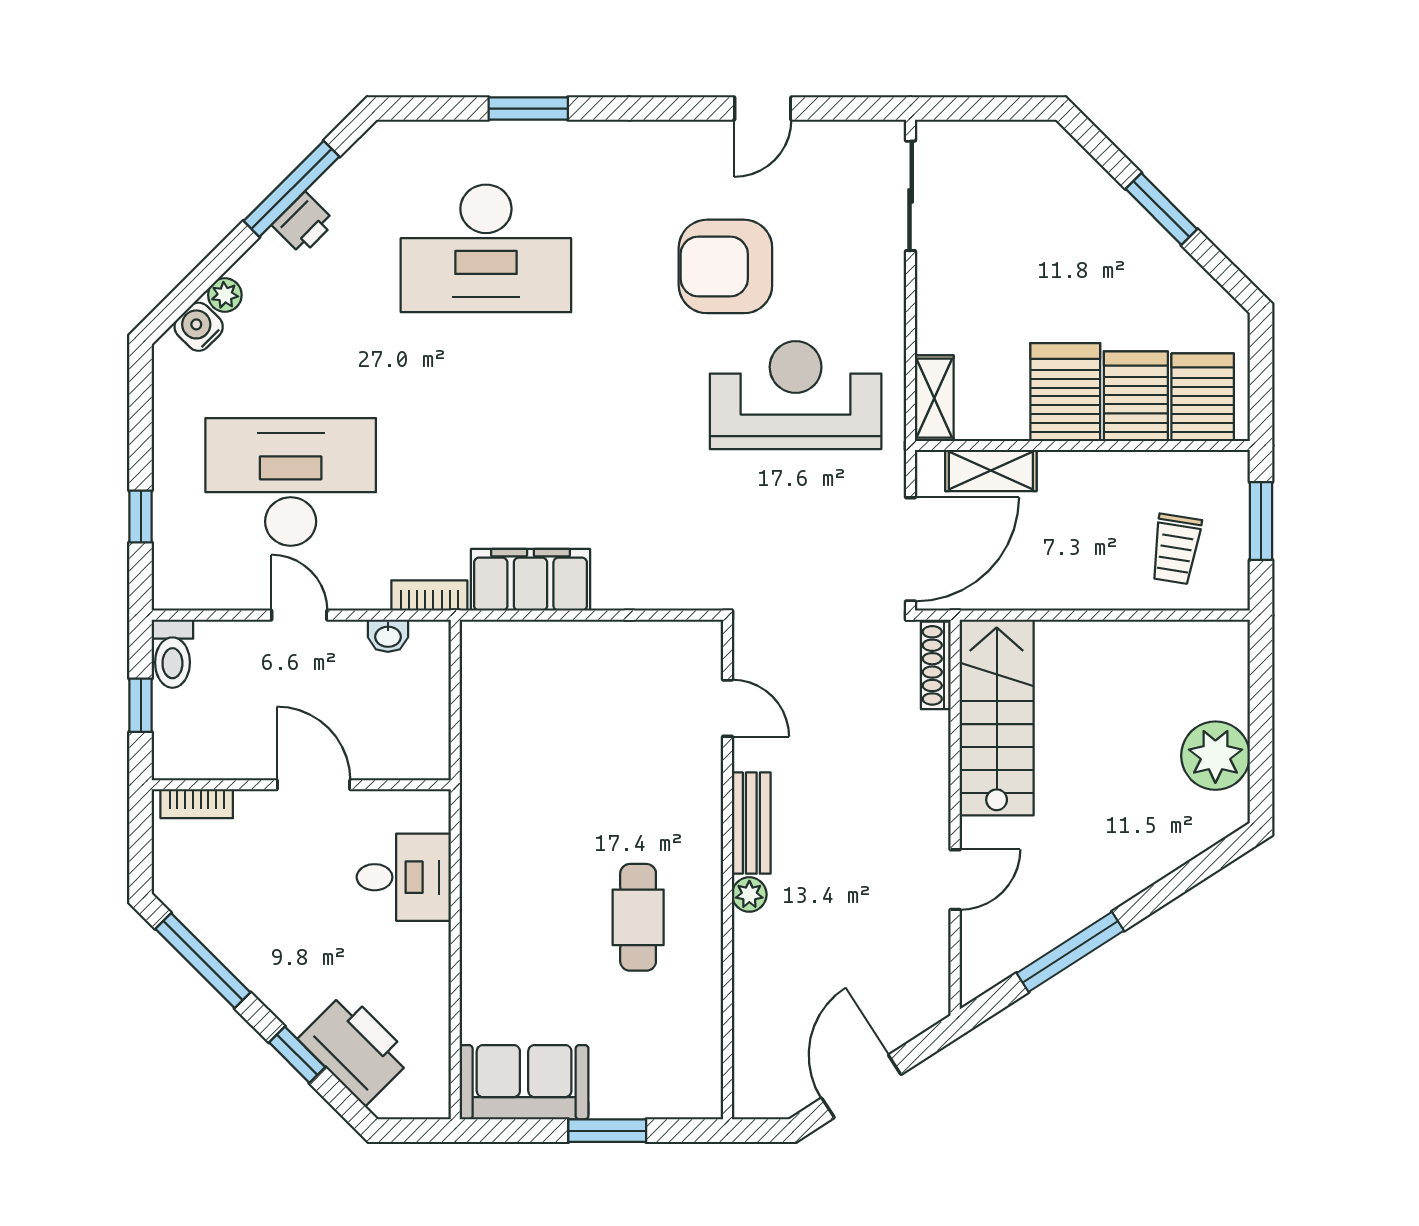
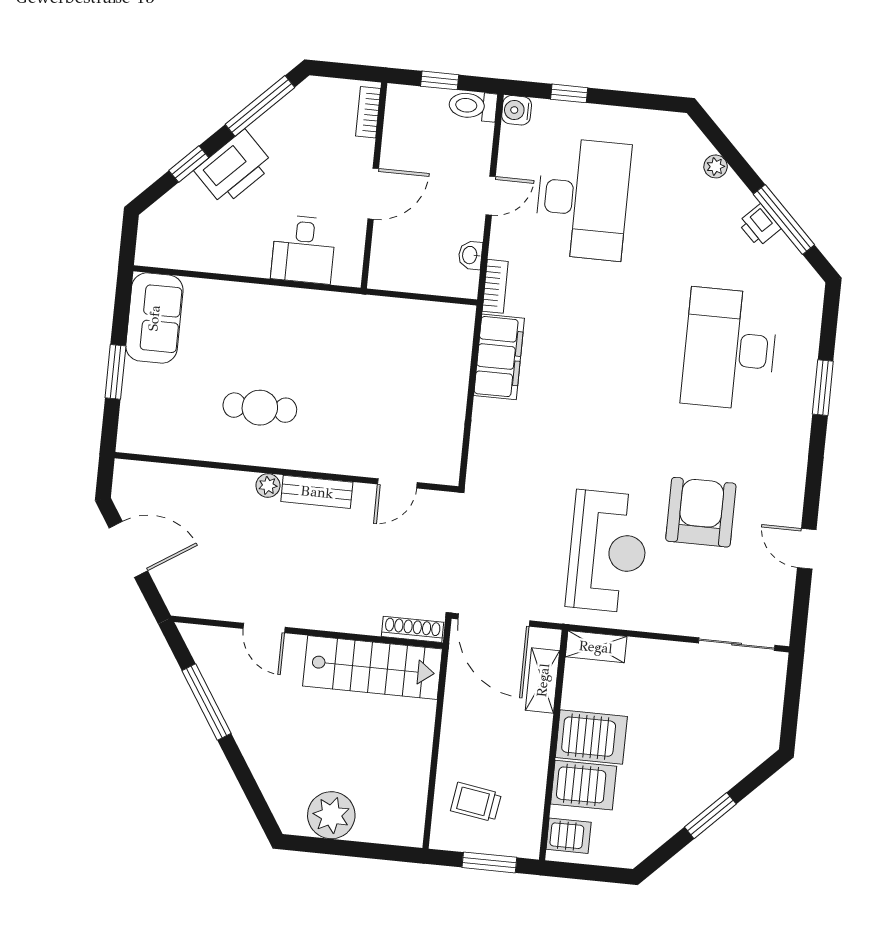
water cooler: (199, 327) -> (517, 110), moved, turned -135
server rack: (1203, 397) -> (569, 836), width x0.73, depth x0.70
printer: (355, 1048) -> (234, 168), moved

